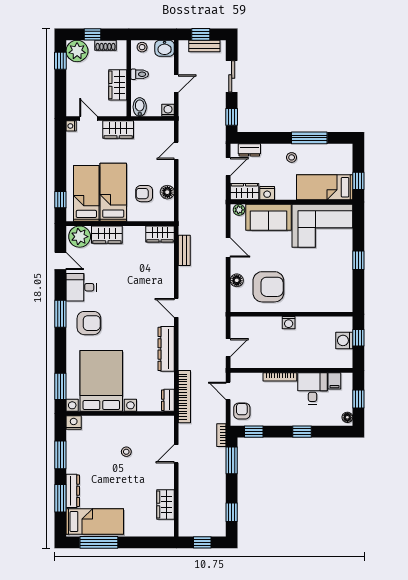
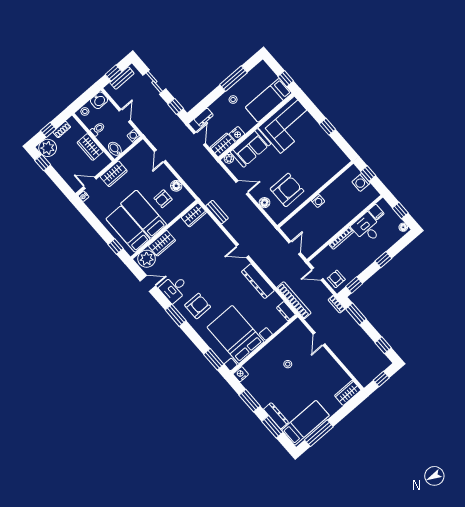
wardrobe: (166, 504) -> (348, 393), moved, turned 90

